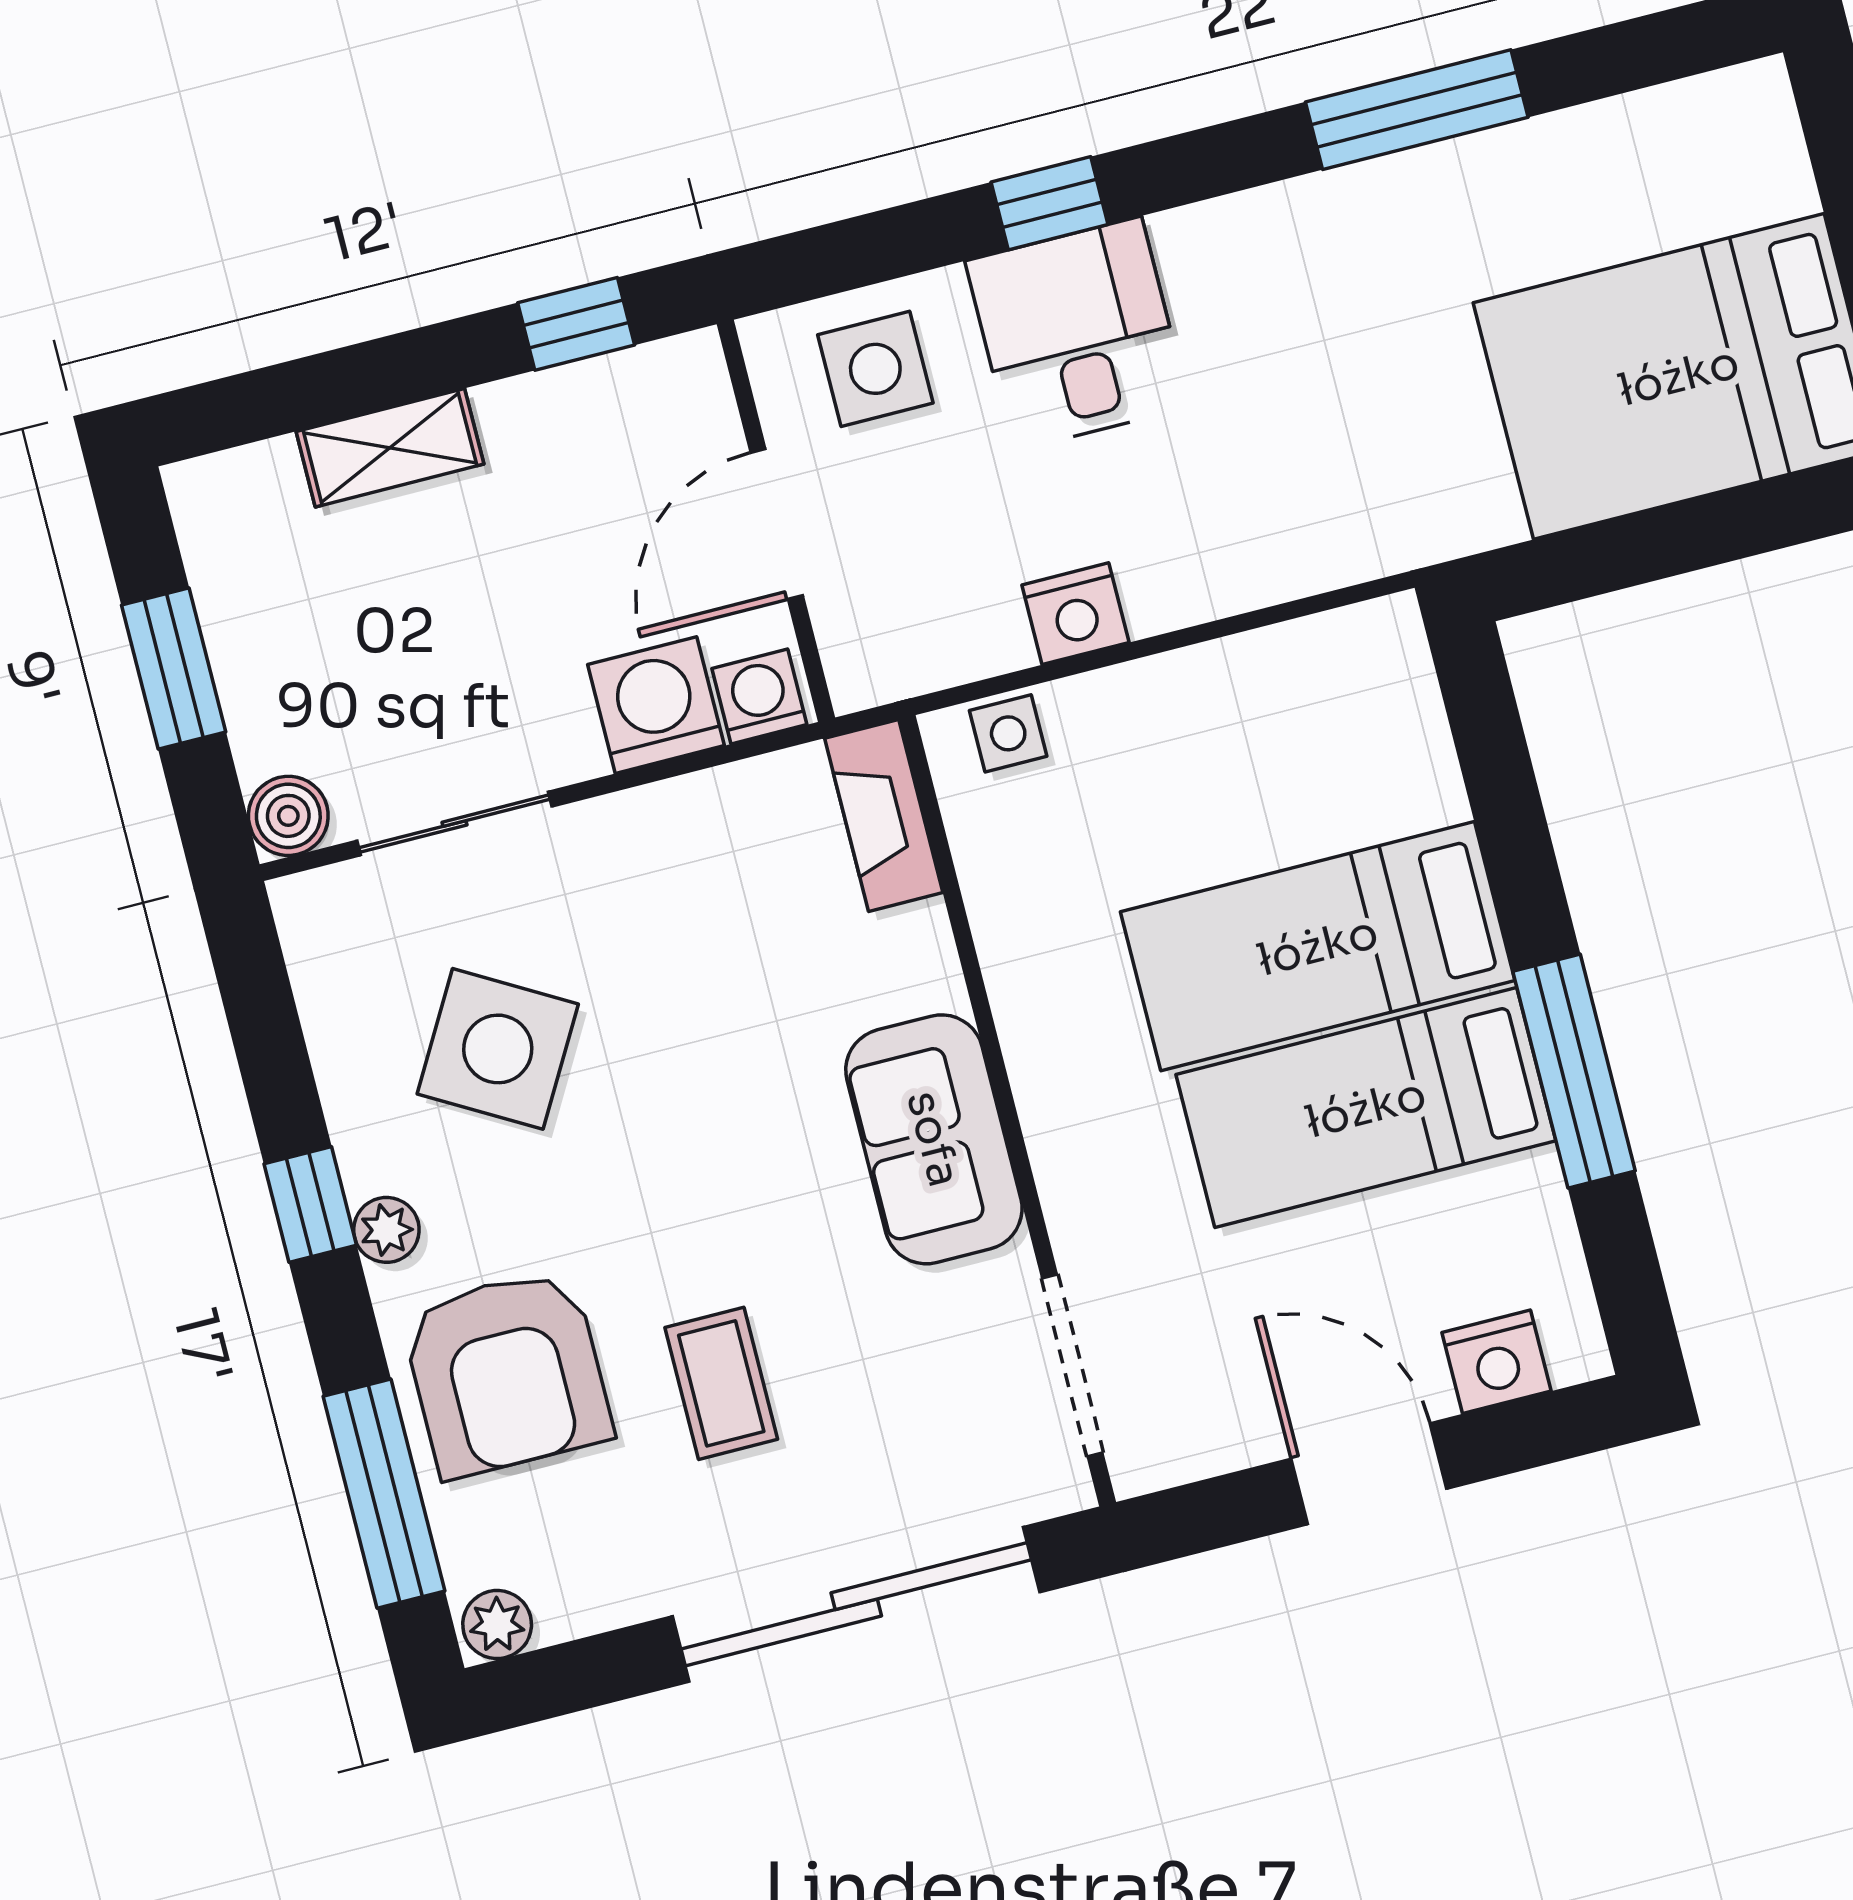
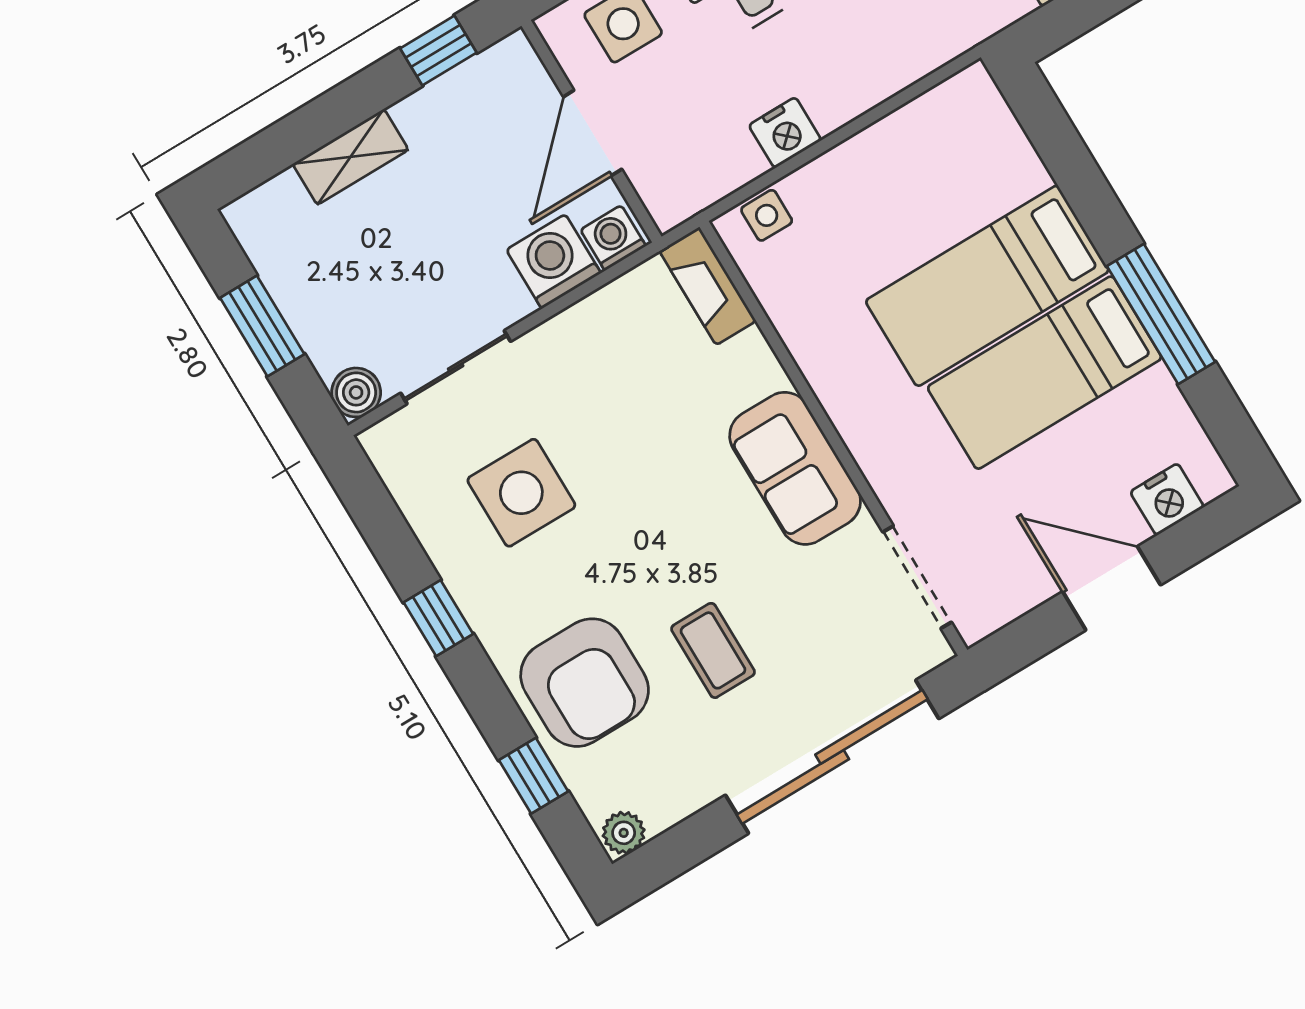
side table: (498, 1049) -> (521, 493), turned -30
plant: (386, 1230) -> (488, 619), removed
window: (384, 1494) -> (533, 776), width x0.46

